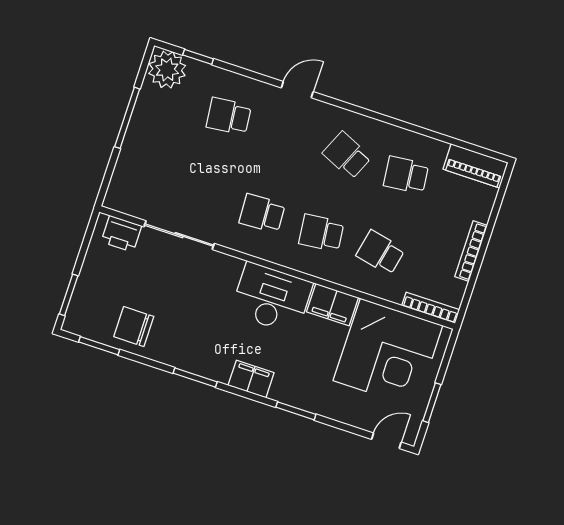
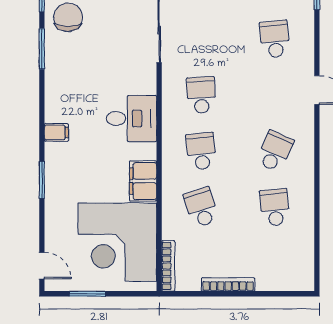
piano: (476, 166) -> (302, 264), removed
school desk: (380, 252) -> (201, 207), turned -30
desk: (272, 298) -> (132, 119), width x0.73
window: (195, 378) -> (42, 49), moved
filing cabinet: (251, 379) -> (56, 132), width x0.50

